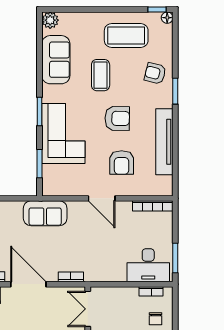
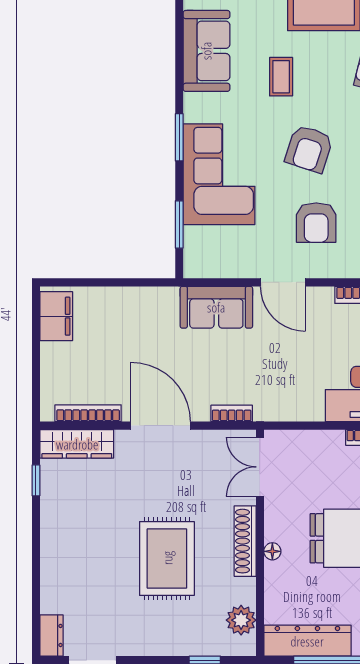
coffee table: (101, 75) -> (281, 77), width x0.73, depth x0.77
armchair: (117, 118) -> (309, 149), turned 107
sofa: (45, 213) -> (216, 307), moved

